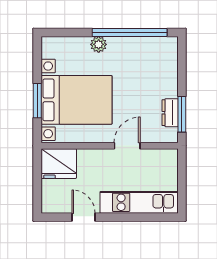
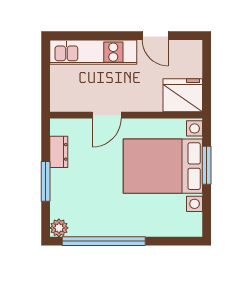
plant: (99, 44) -> (59, 228), moved
window: (182, 114) -> (46, 181), moved

